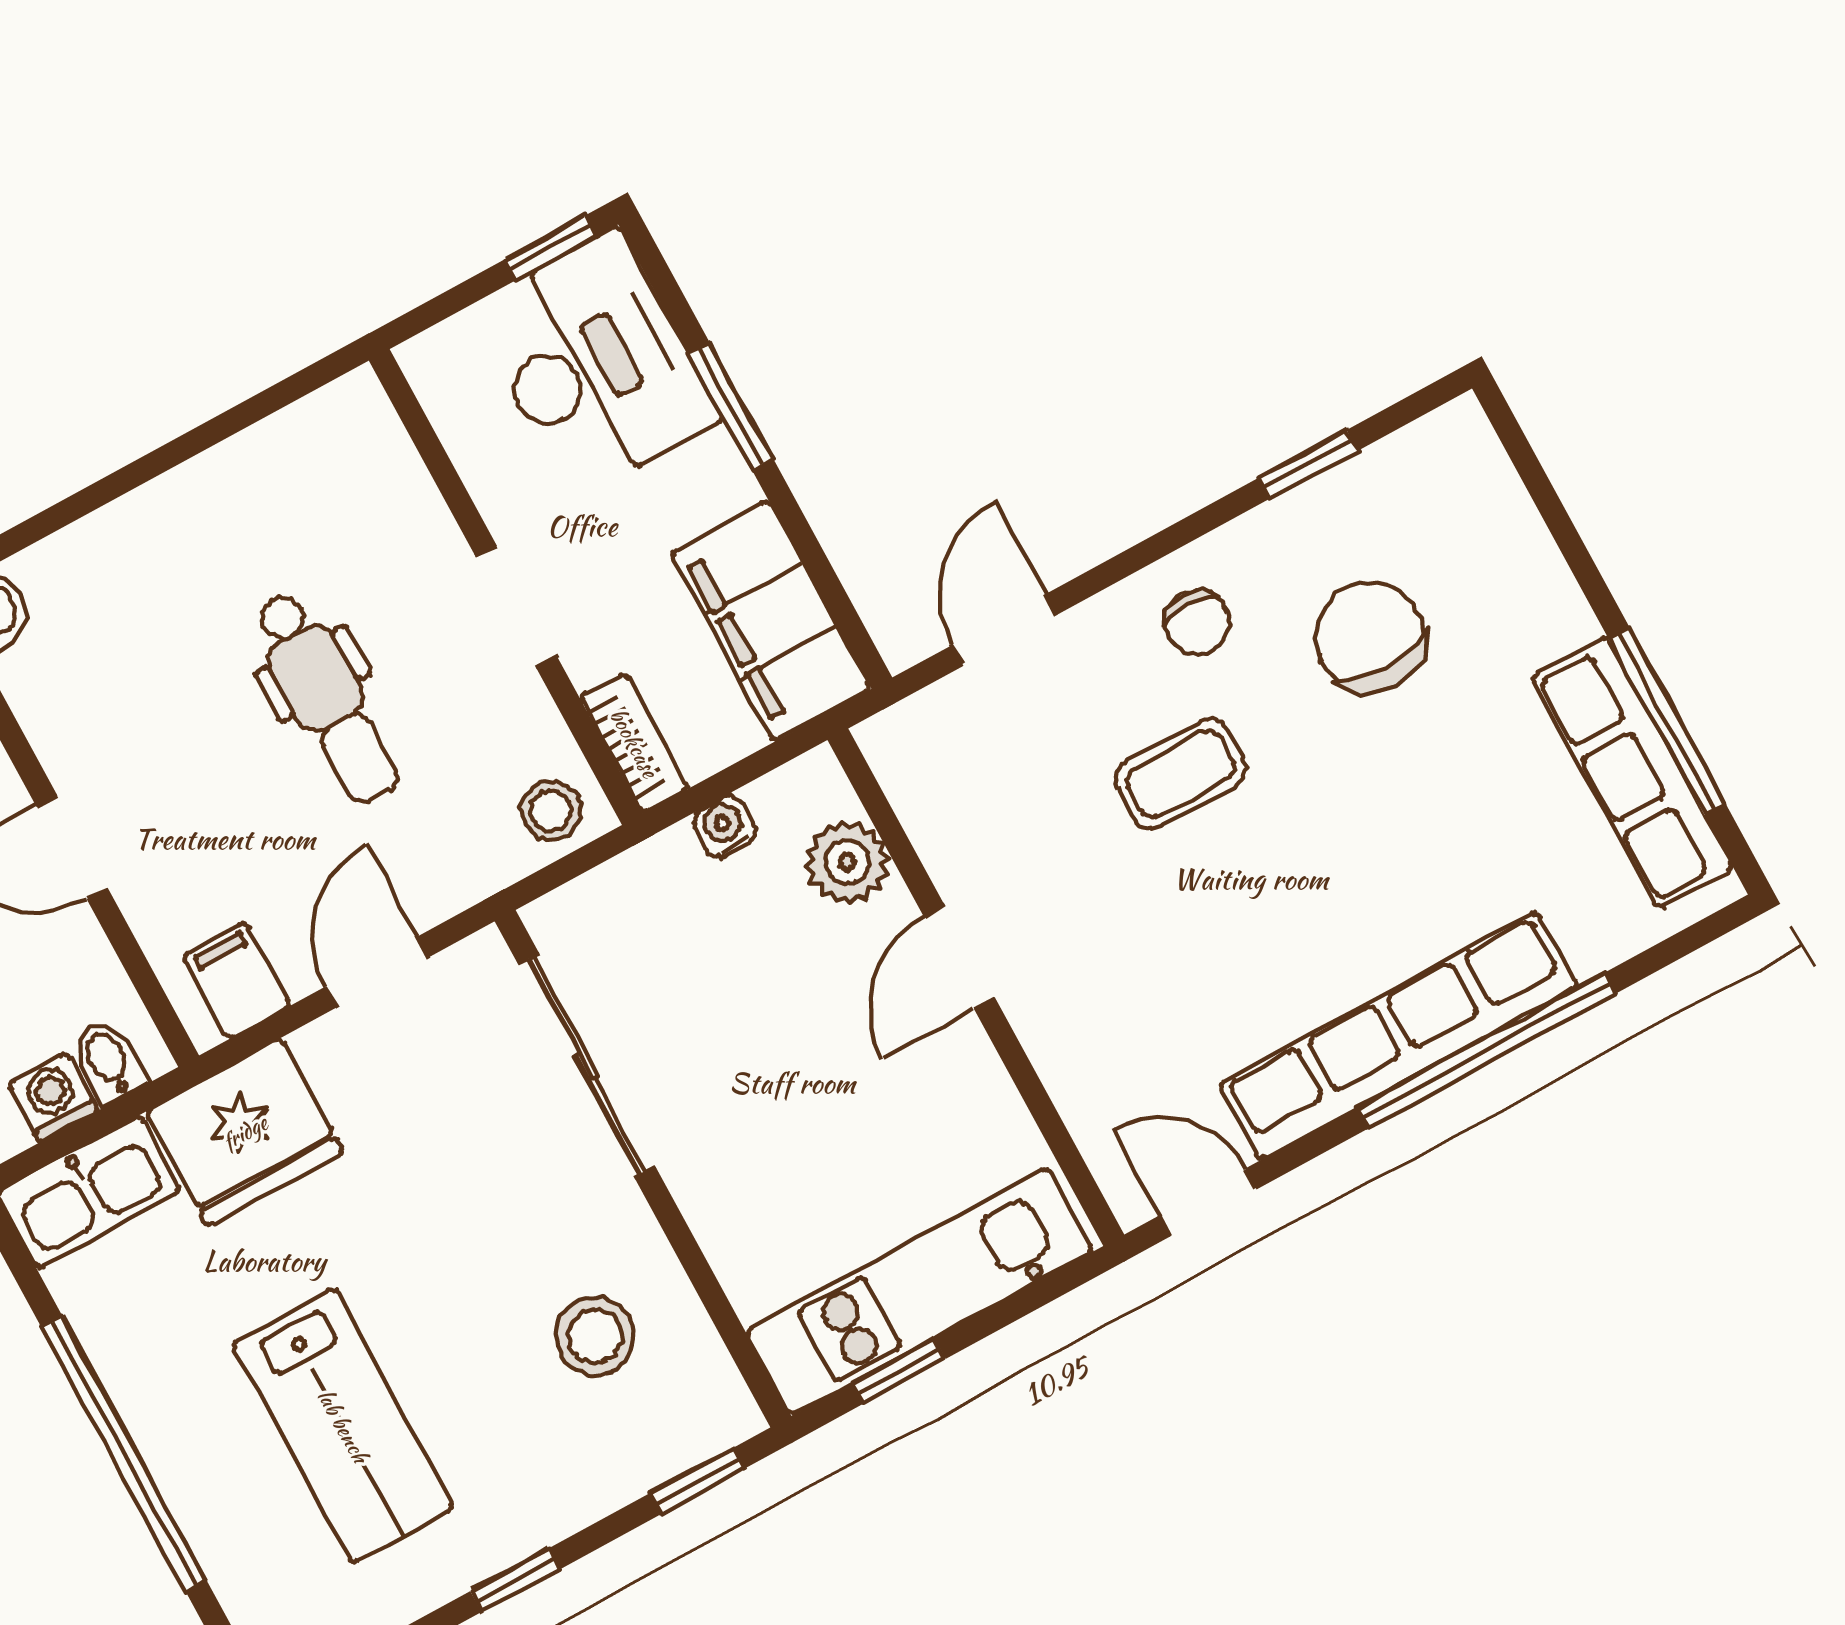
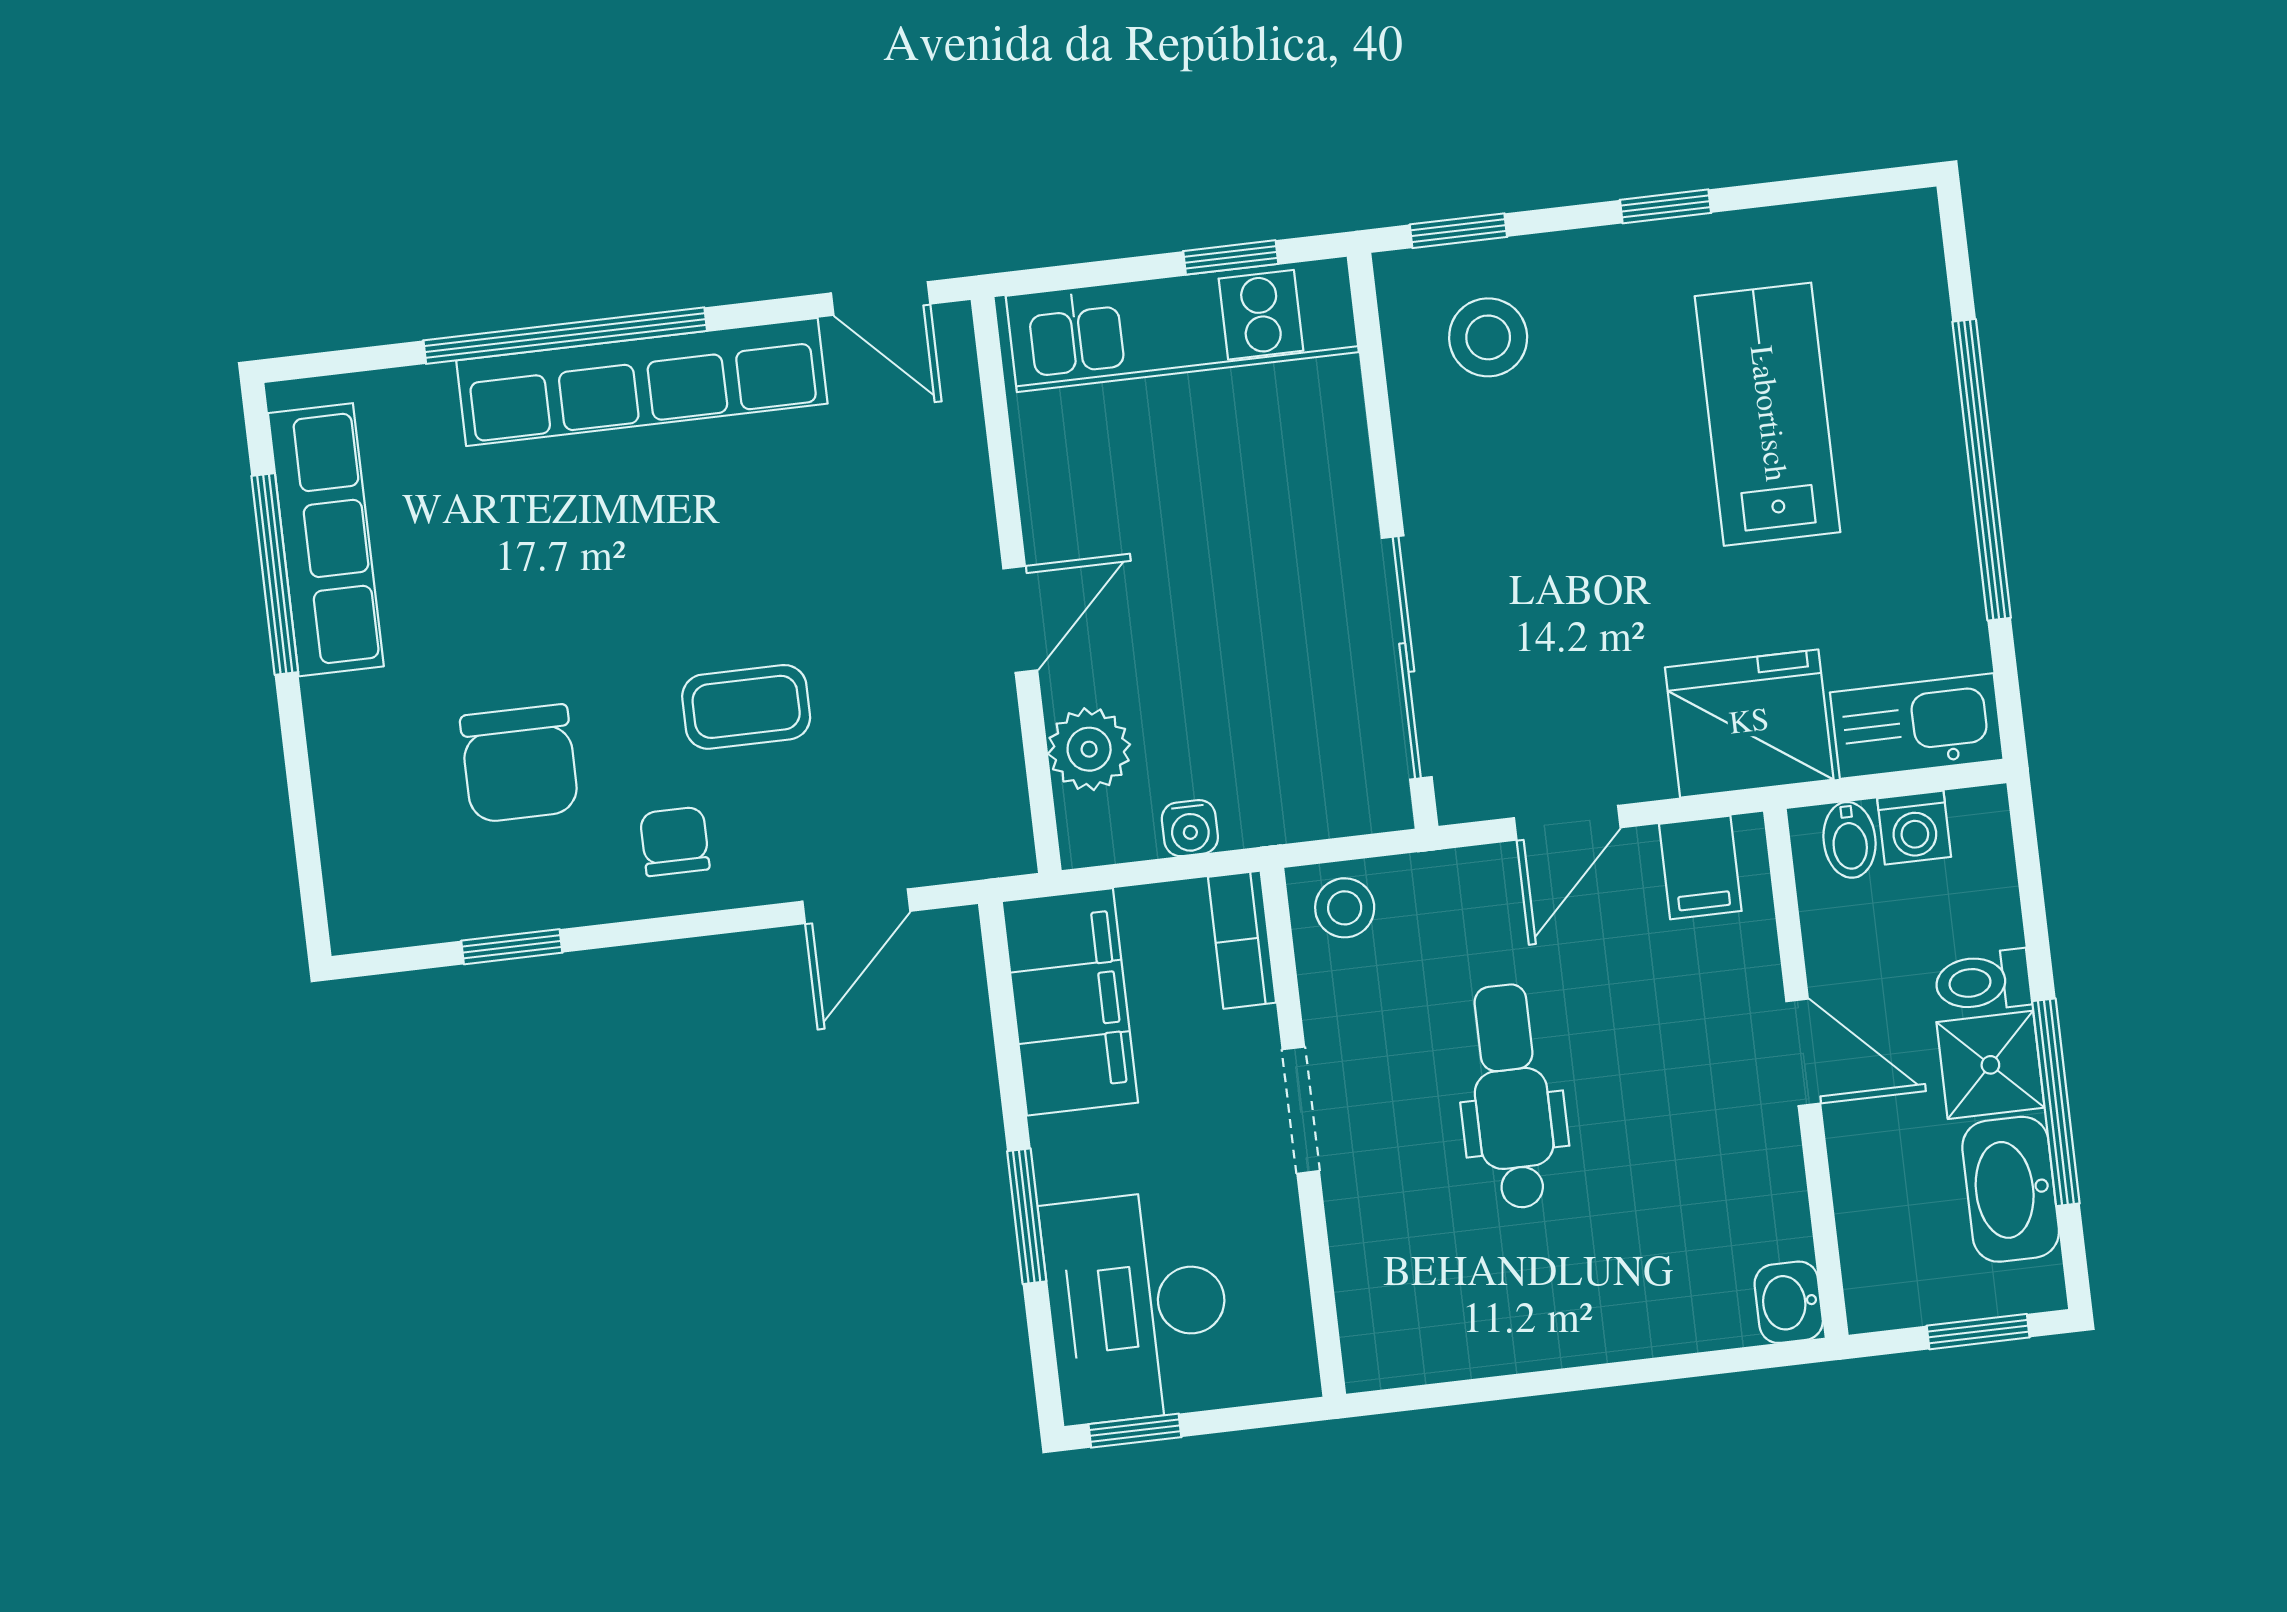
stool: (595, 1336) -> (1488, 337), moved

